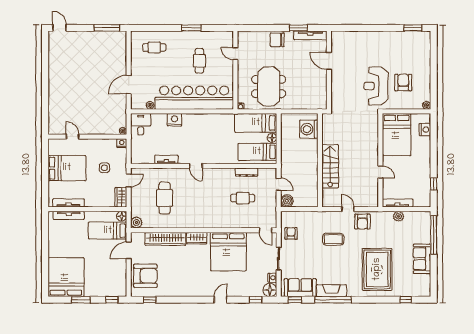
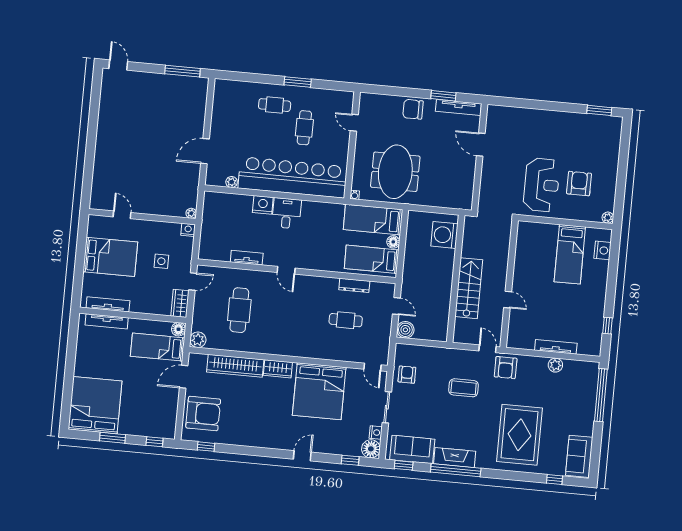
cafe table: (154, 47) -> (275, 105), moved
reception desk: (376, 86) -> (542, 185), turned 180
desk: (141, 124) -> (287, 213), moved
bed: (397, 135) -> (570, 254), width x0.67
wall: (380, 160) -> (509, 284), moved
door: (380, 172) -> (508, 300), moved
sofa: (422, 259) -> (579, 456), moved

